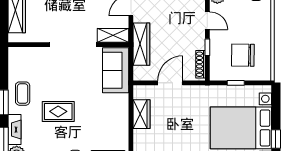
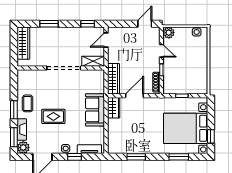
wardrobe: (141, 44) -> (114, 79), moved
chair: (243, 55) -> (187, 76), removed
sofa: (116, 70) -> (95, 110), moved
wardrobe: (142, 114) -> (114, 108), moved

